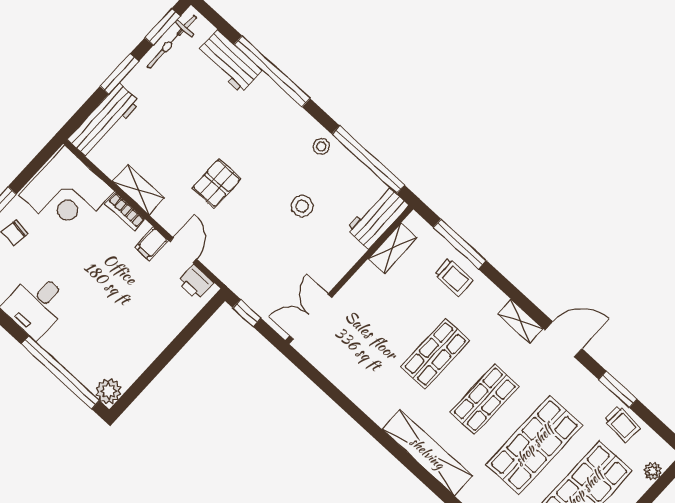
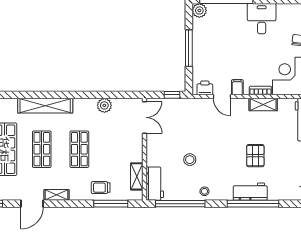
workbench: (229, 61) -> (250, 192), moved
pallet: (216, 184) -> (255, 156), moved
window: (168, 354) -> (189, 48), added
plant: (349, 381) -> (104, 105), added

